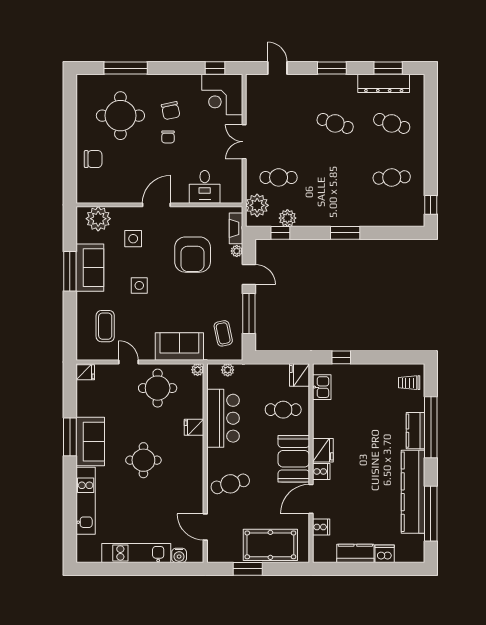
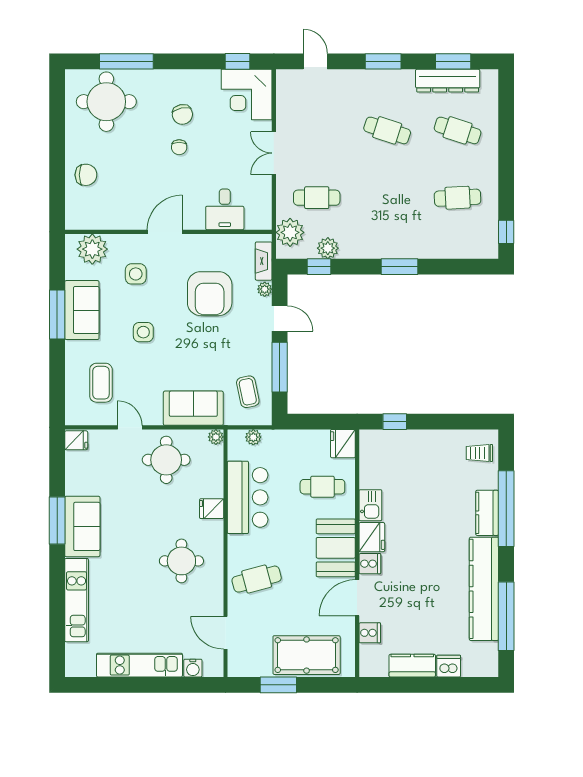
round table: (120, 116) -> (106, 102), moved
kitchen sink: (322, 387) -> (370, 505), moved
round table: (143, 460) -> (181, 561), moved

